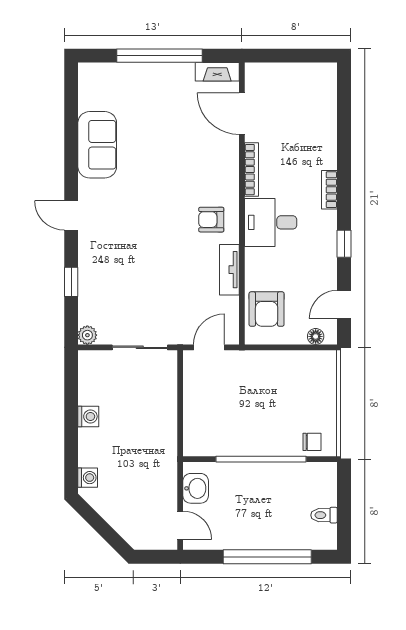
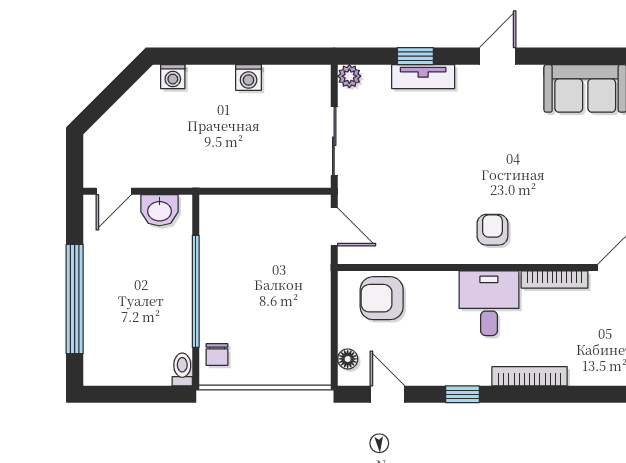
bookcase: (329, 190) -> (530, 376), width x1.56
tv unit: (229, 270) -> (423, 77), moved, turned 180
toilet: (324, 515) -> (182, 369), moved

